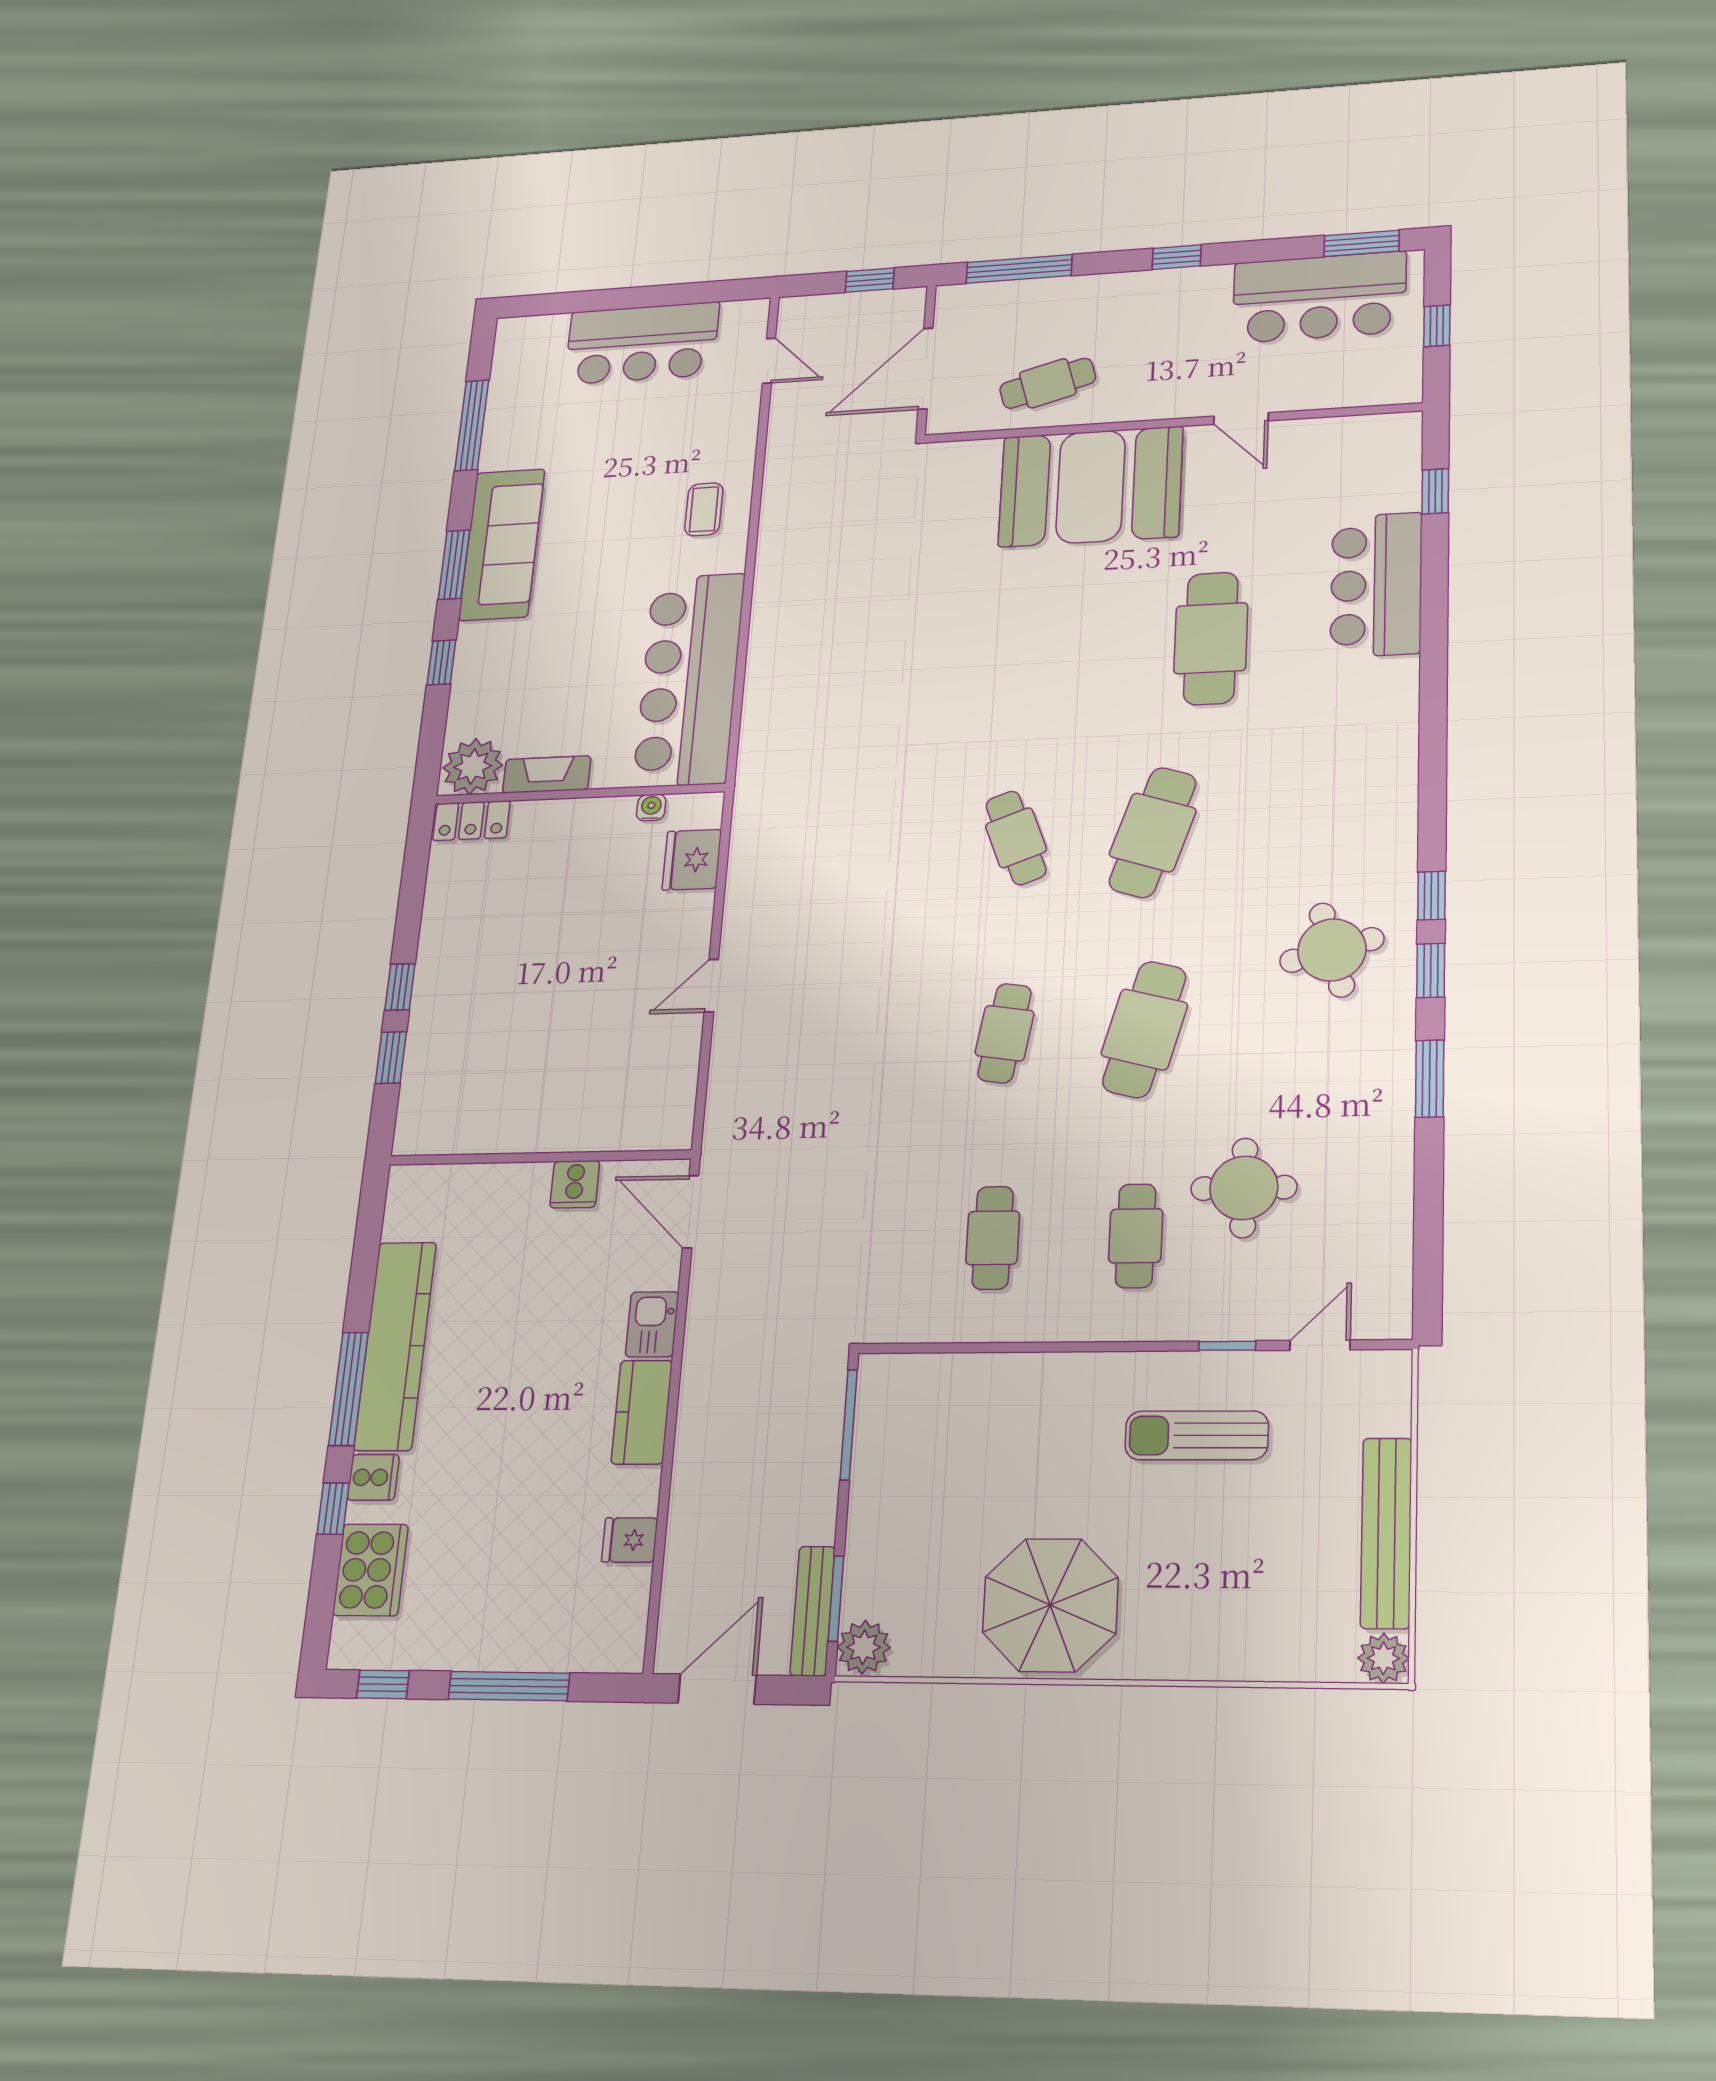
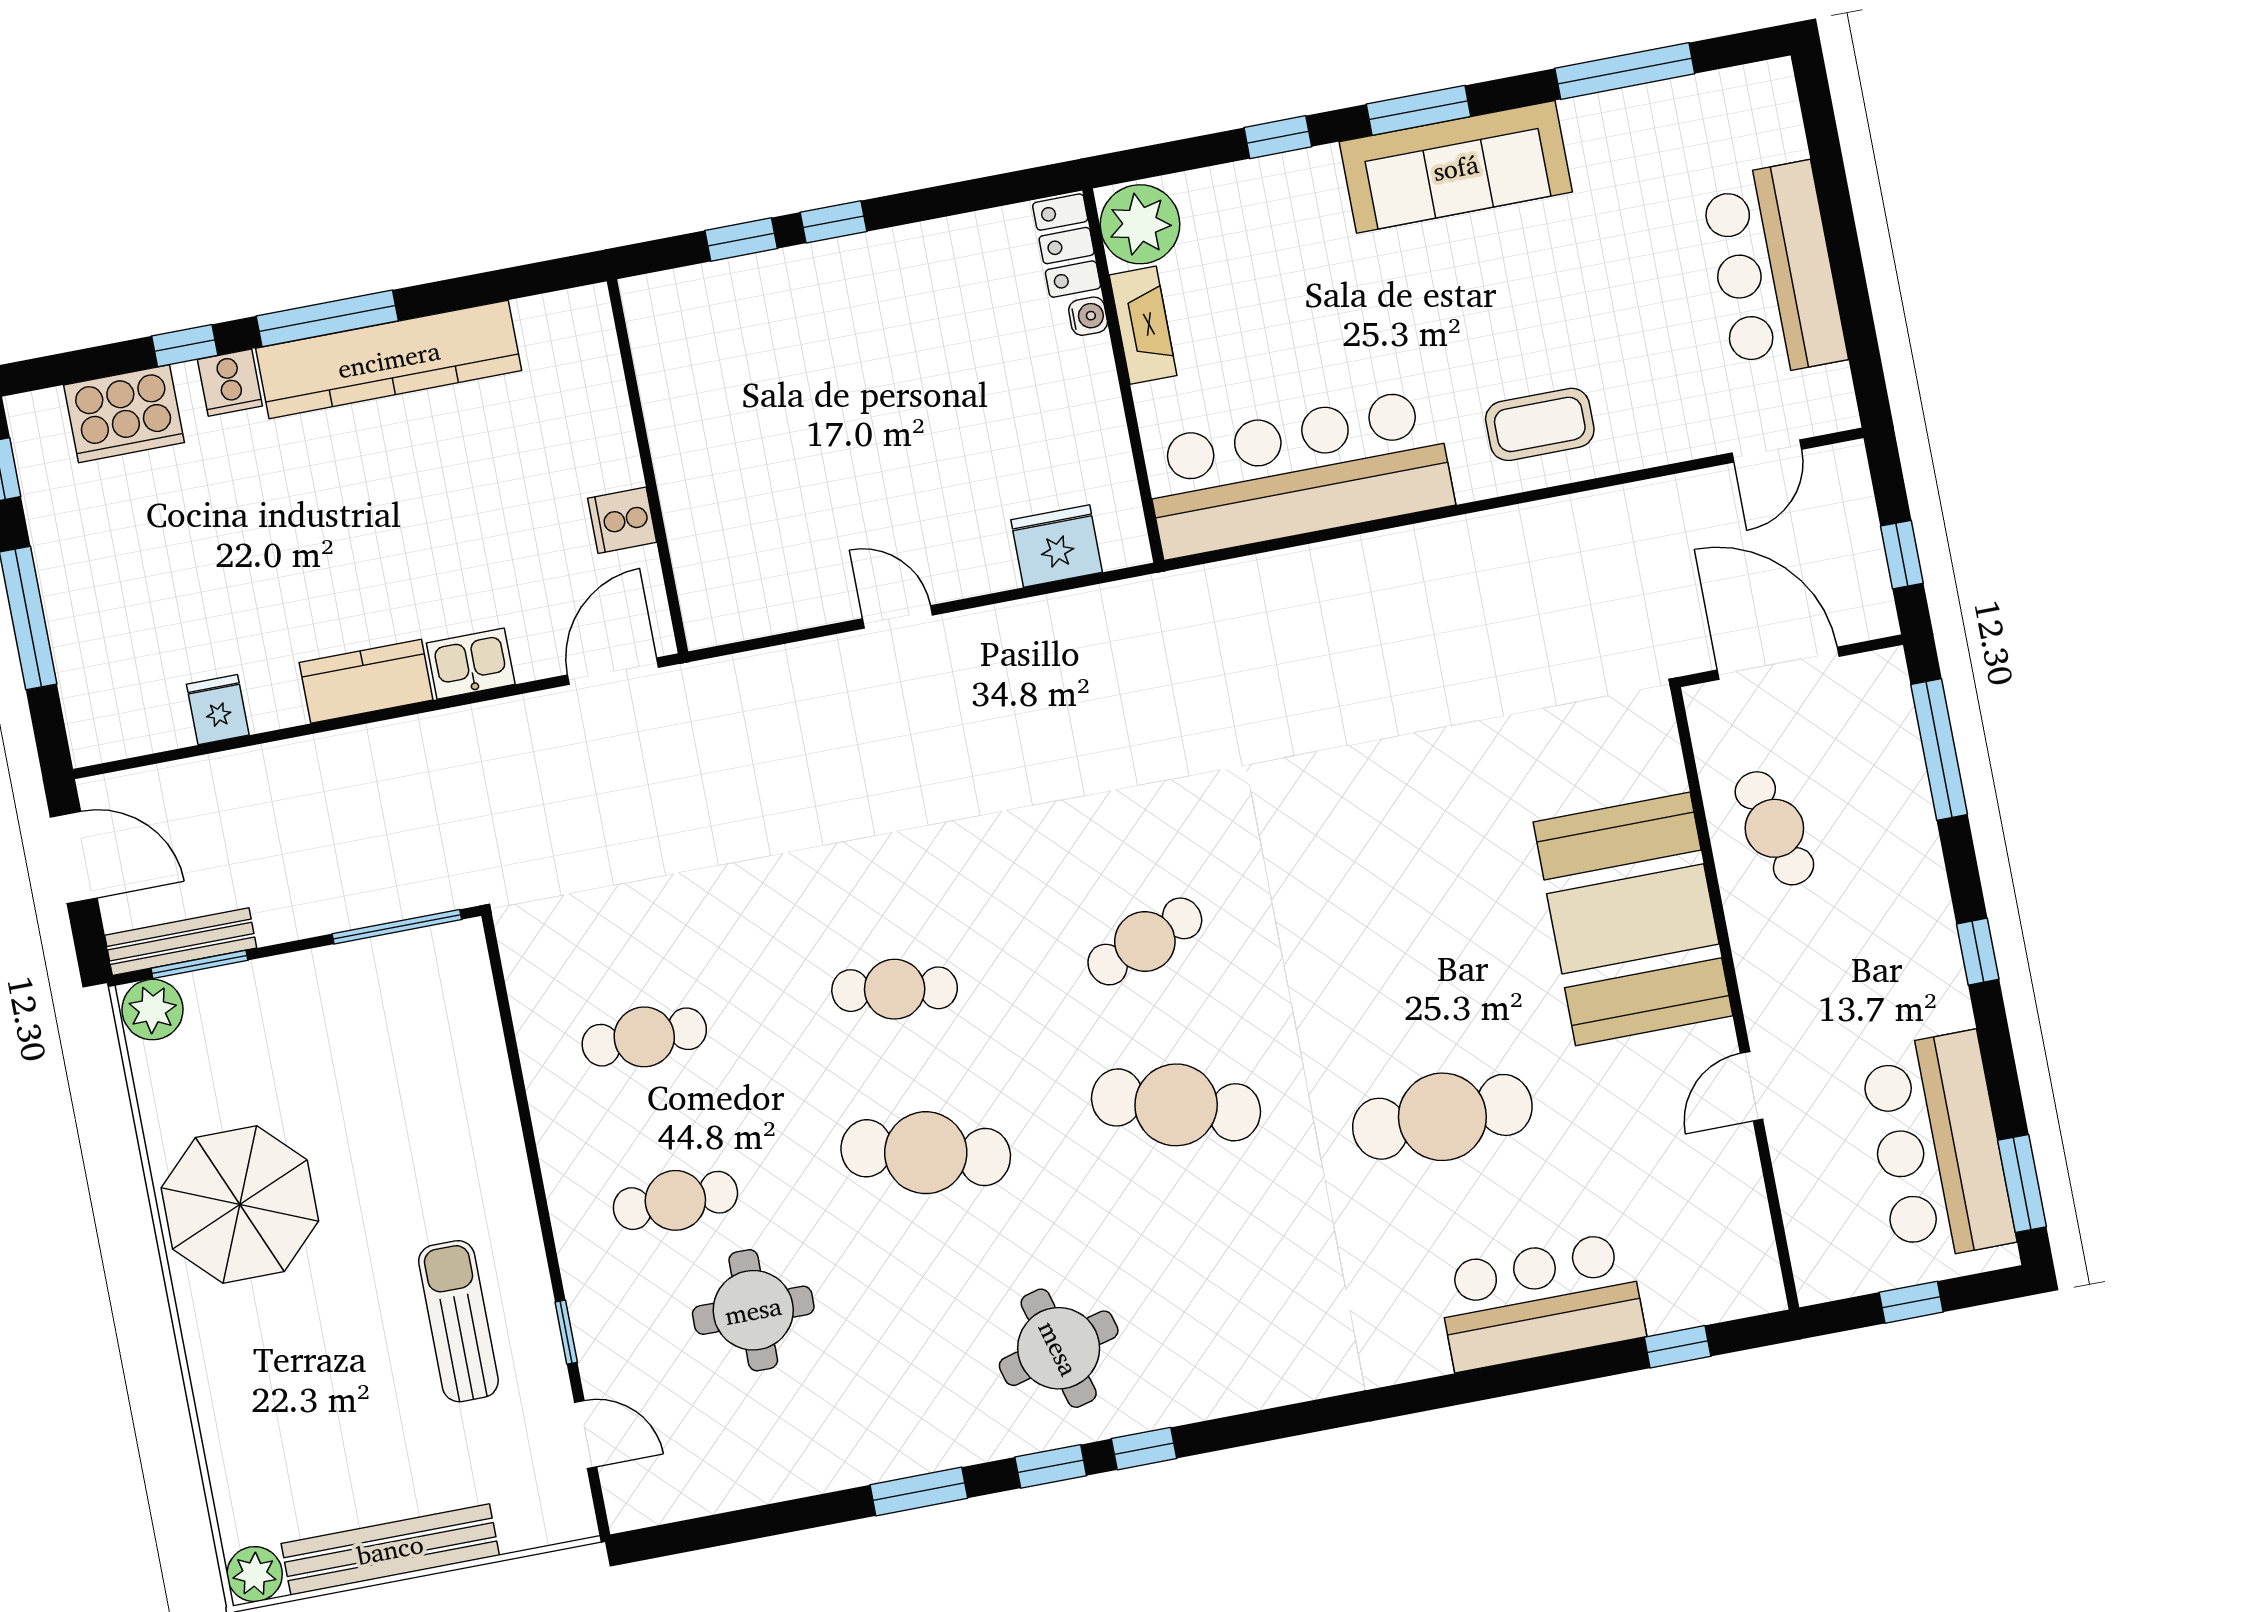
coffee table: (704, 509) -> (1540, 424), width x1.36, depth x1.30
water cooler: (651, 807) -> (1088, 316), moved

